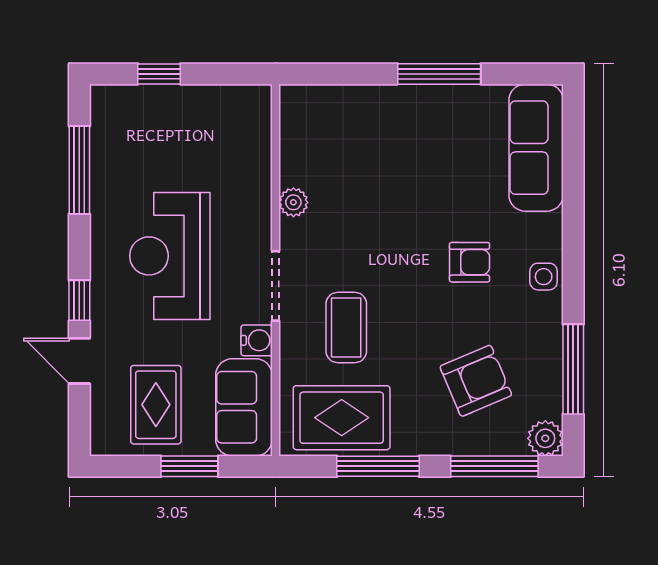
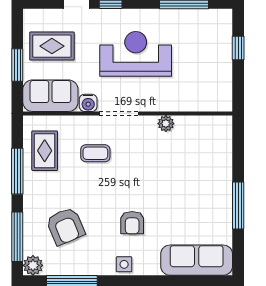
coffee table: (346, 328) -> (95, 153), width x0.73, depth x0.77
rug: (342, 418) -> (45, 151), width x0.73, depth x0.70

